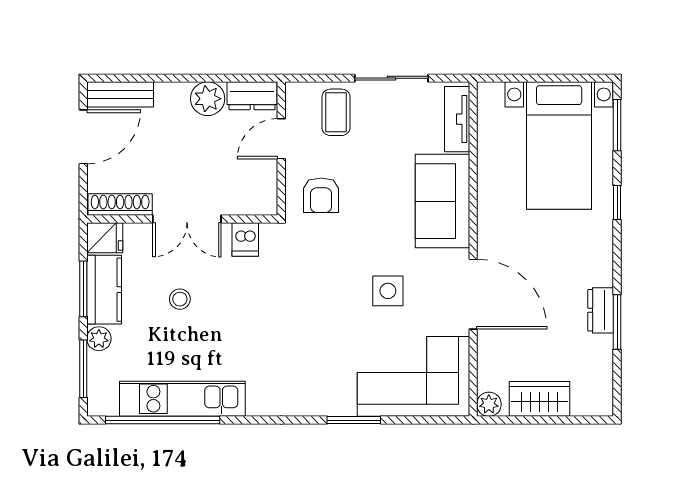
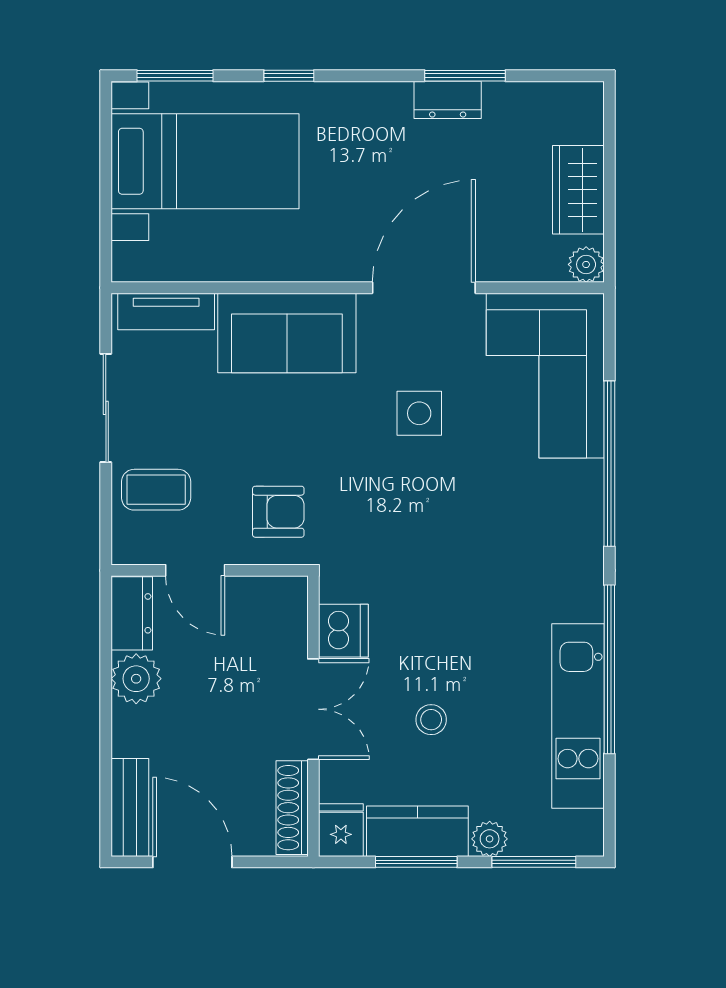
dishwasher: (245, 239) -> (343, 631), width x1.38
window: (163, 420) -> (609, 669), moved
window: (354, 420) -> (609, 464), width x2.11

